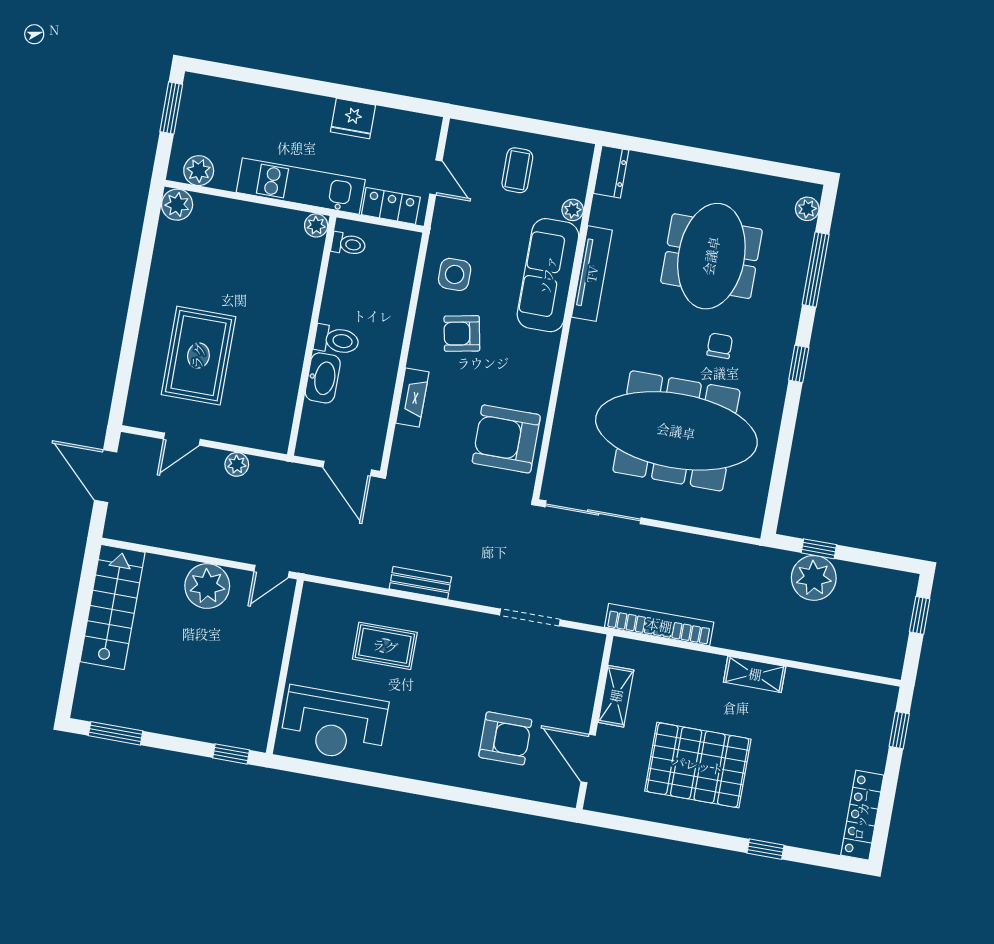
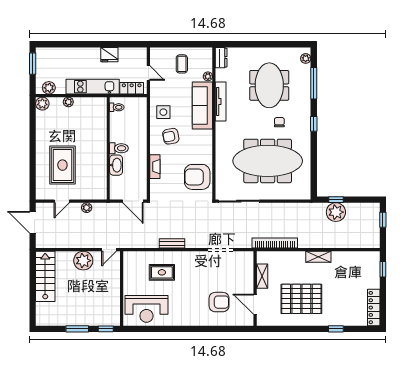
plant: (316, 225) -> (68, 102), moved
window: (116, 733) -> (77, 329), moved

